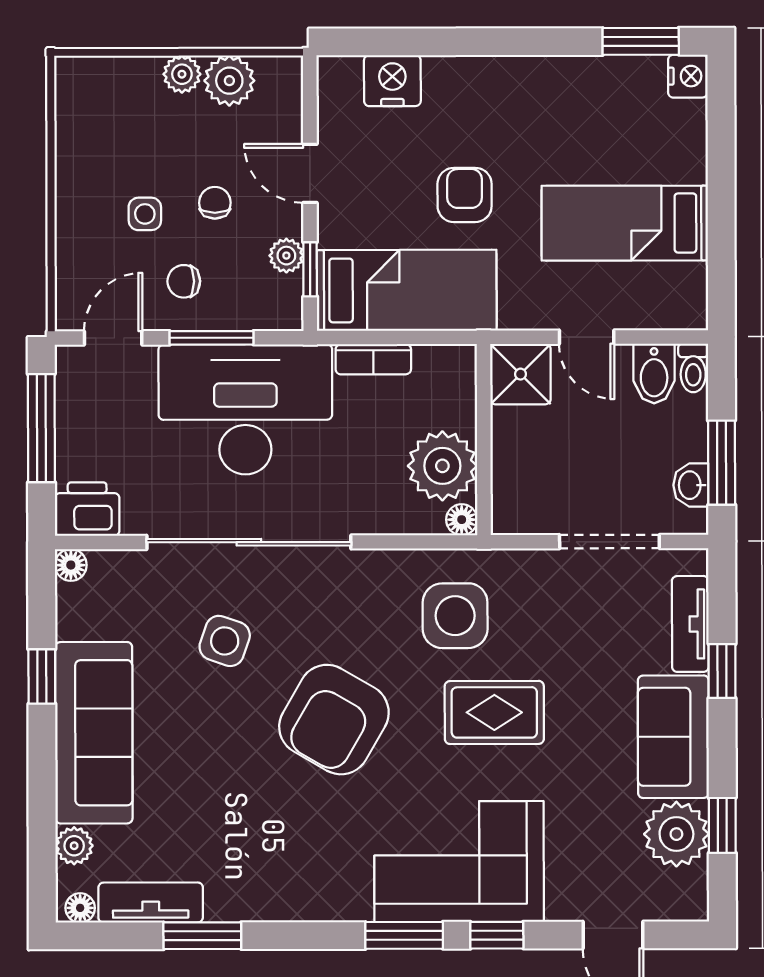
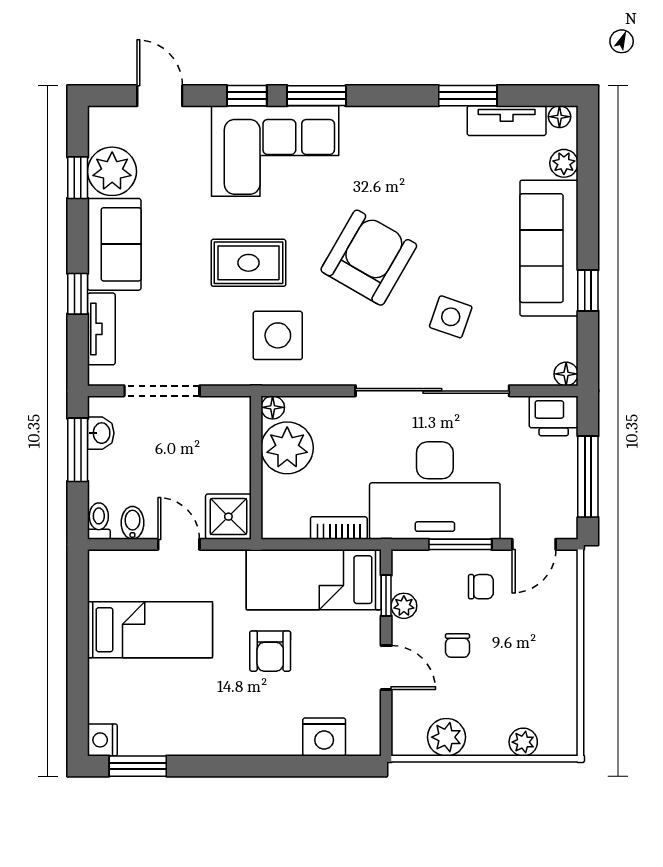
plant: (182, 74) -> (523, 742), moved
side table: (145, 214) -> (510, 637), removed
bidet: (654, 374) -> (132, 523), width x0.72, depth x0.74

